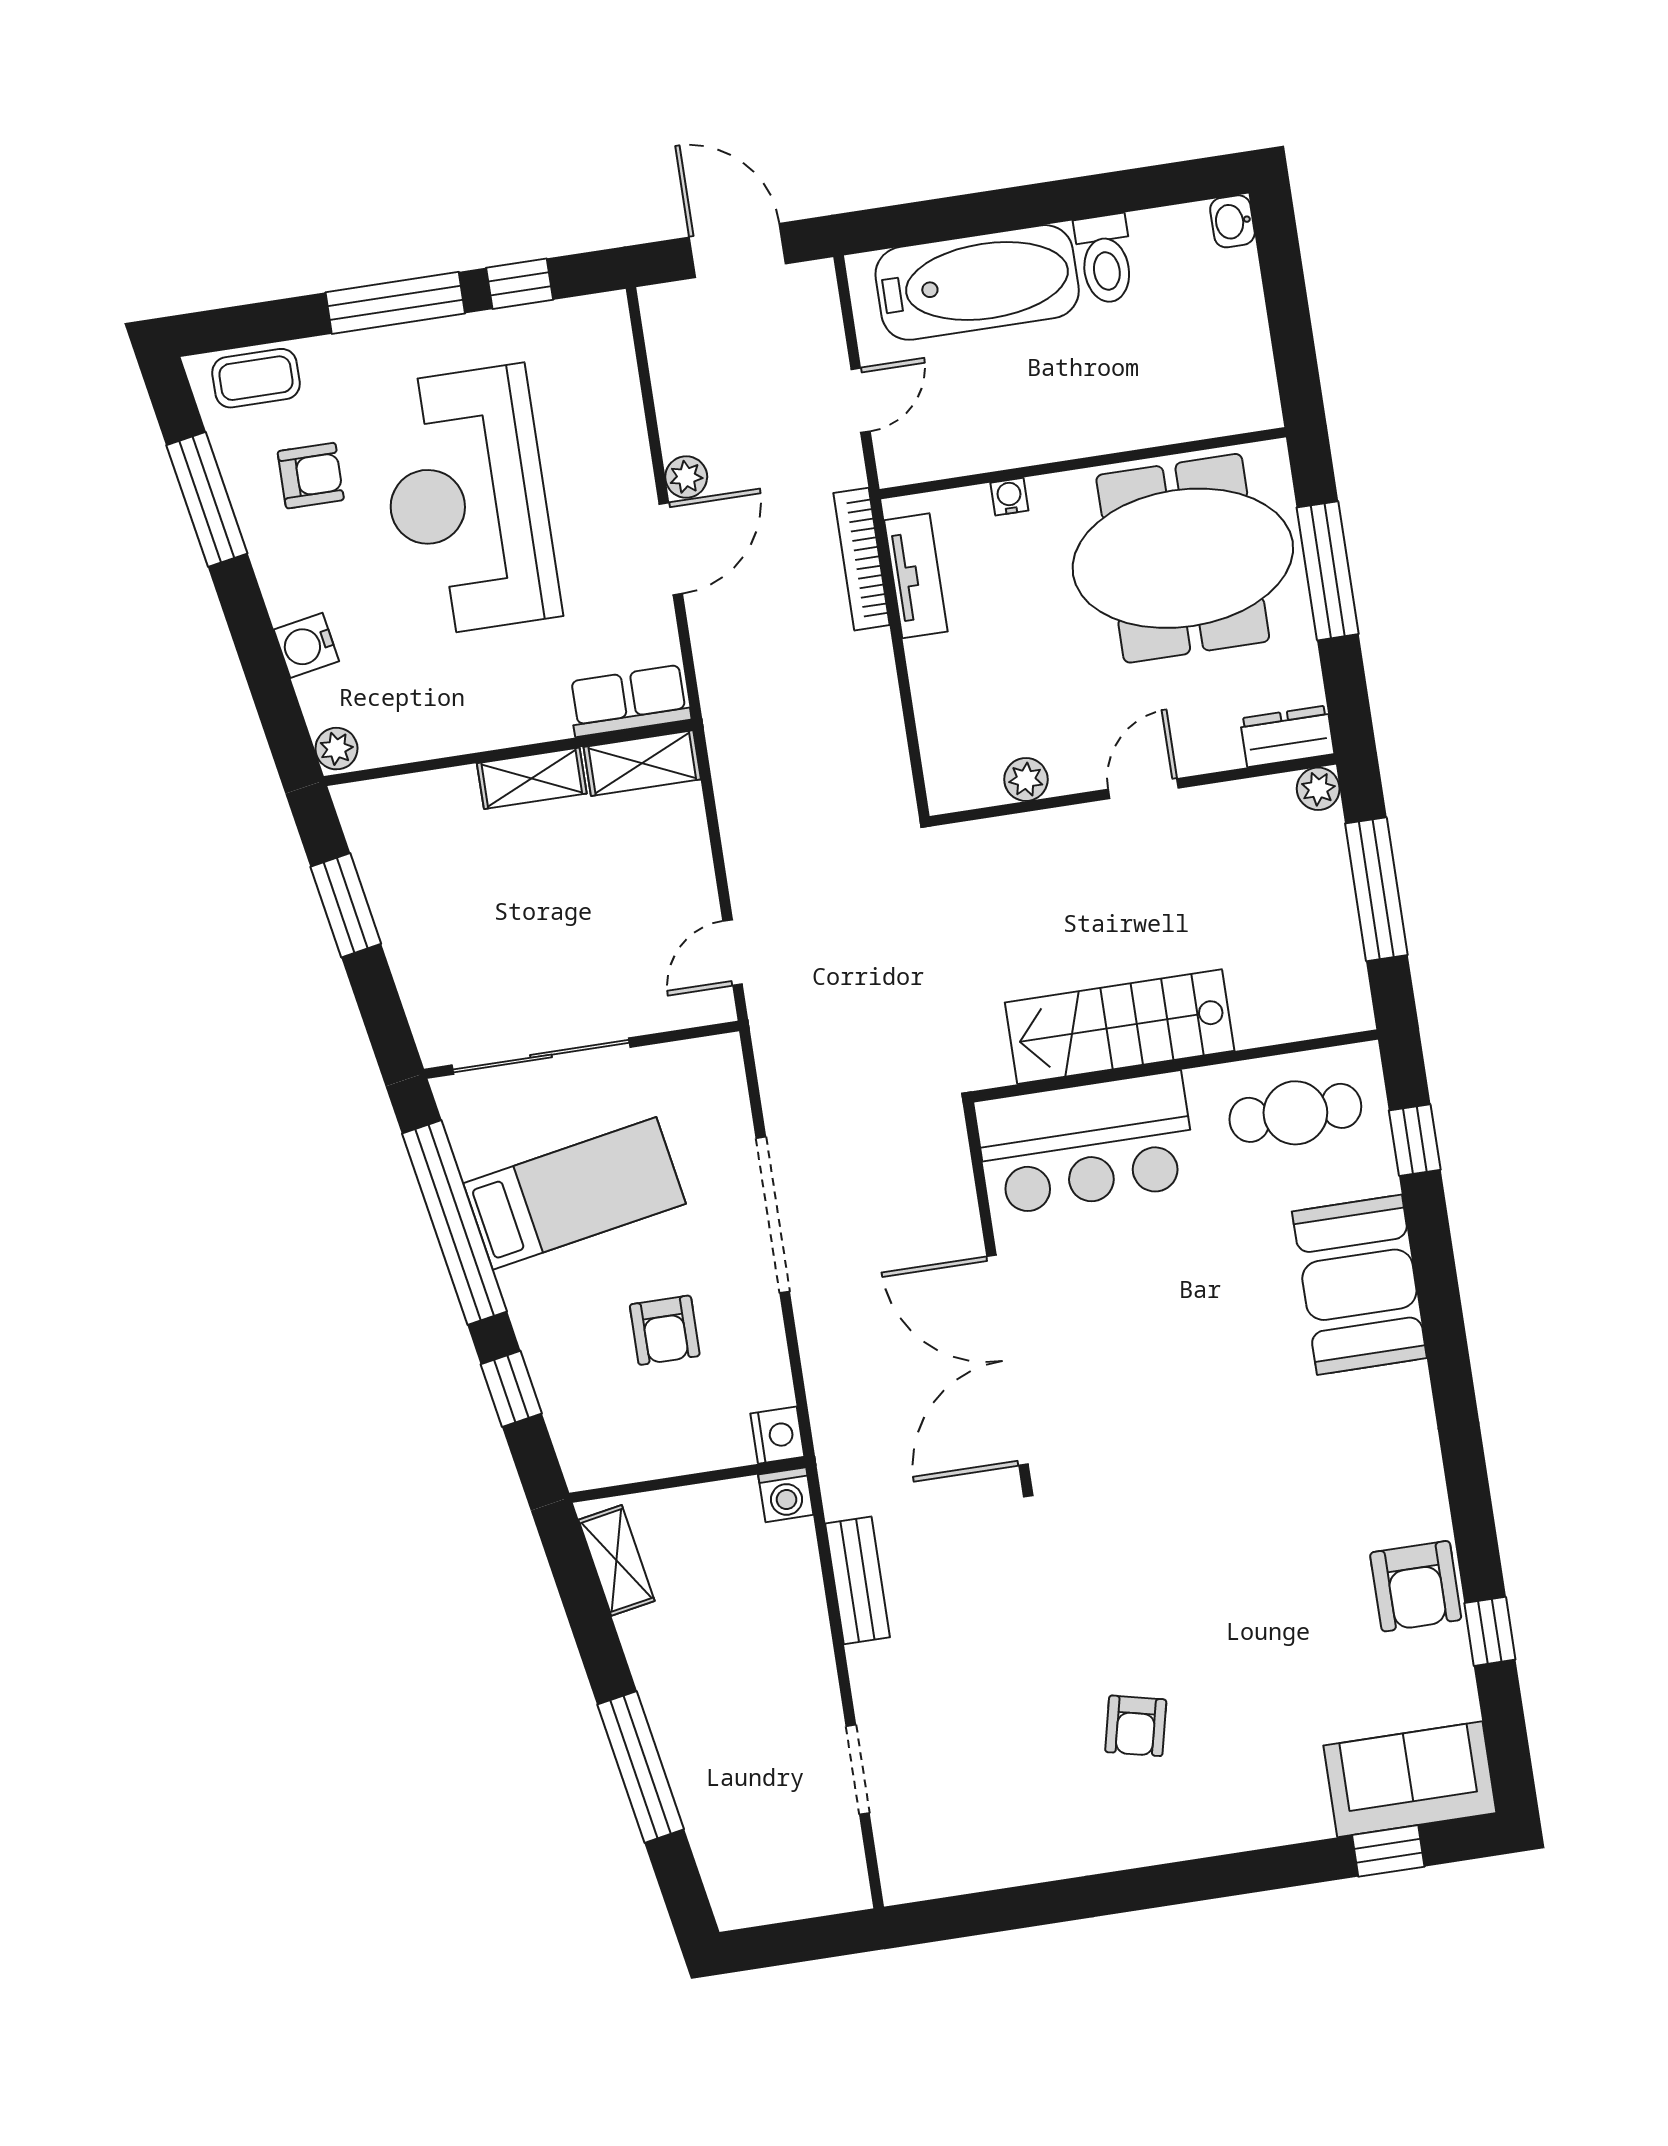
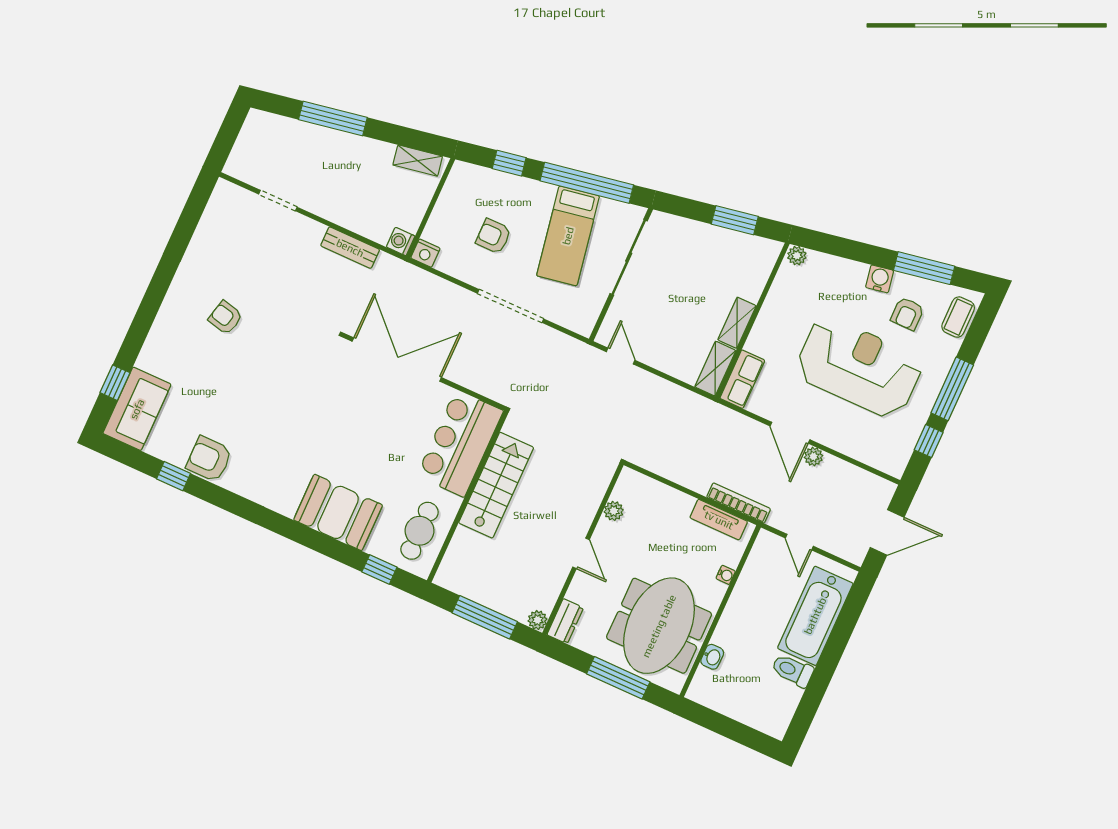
washbasin: (1232, 221) -> (712, 657), moved, turned 90
water cooler: (306, 645) -> (880, 279), moved

